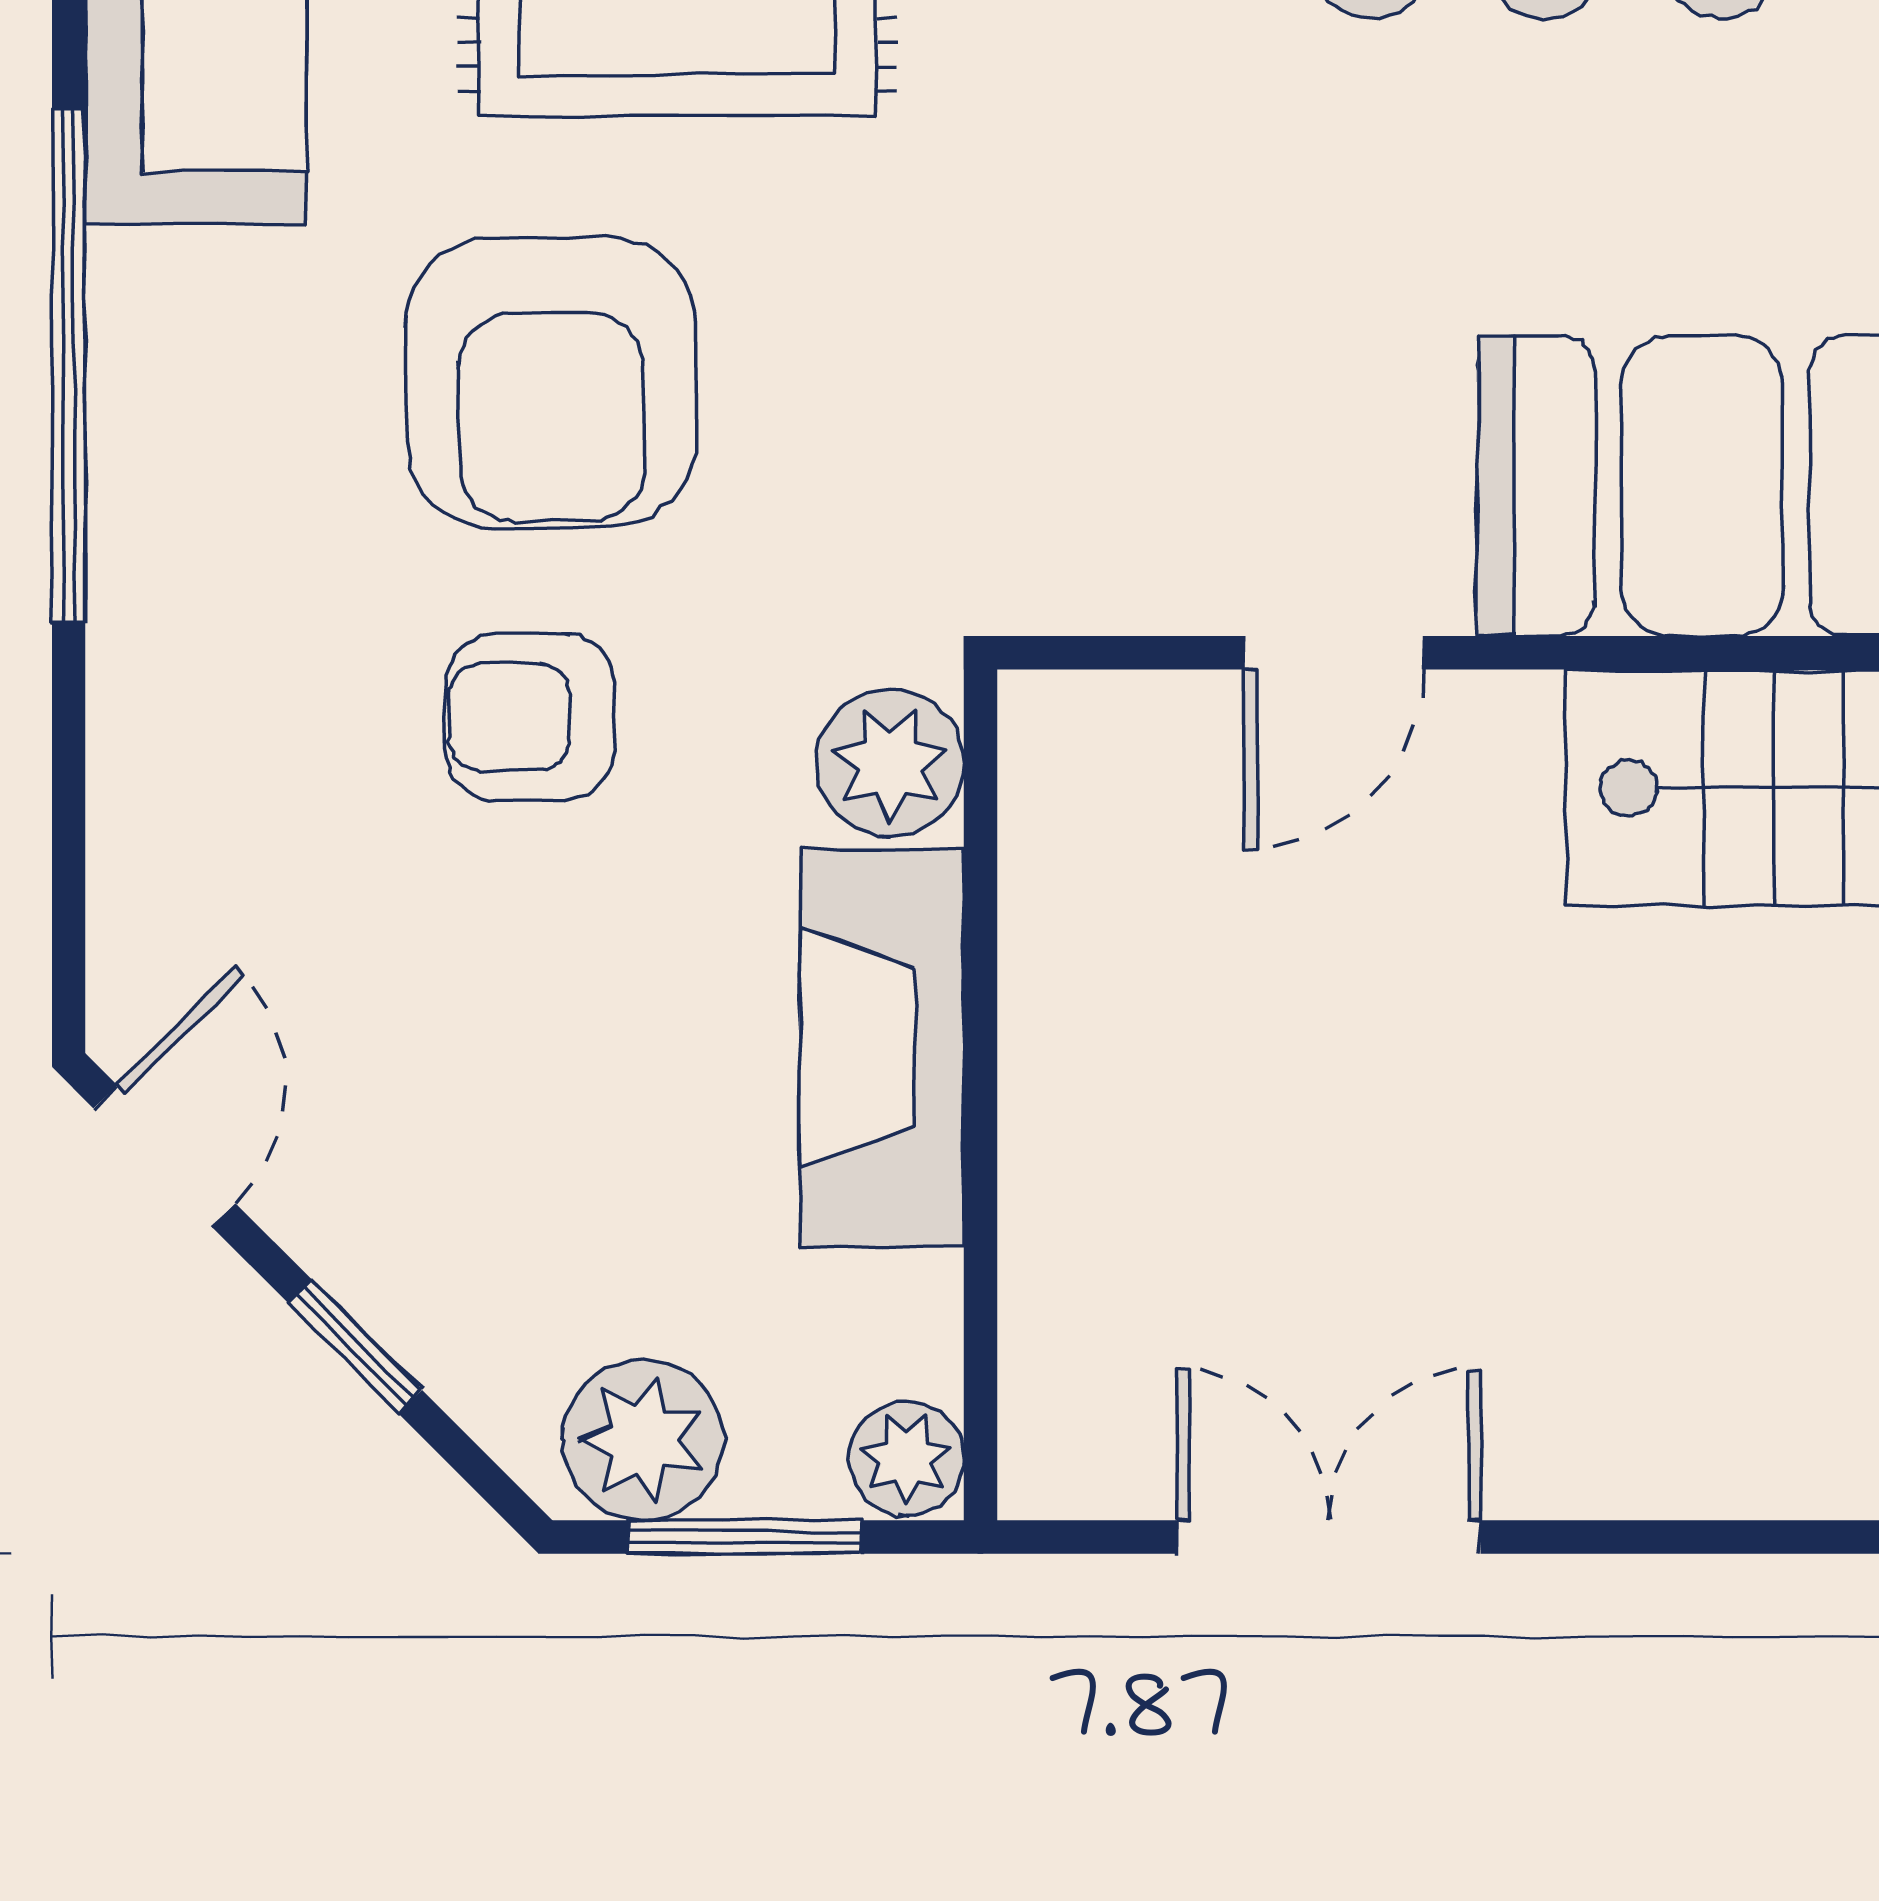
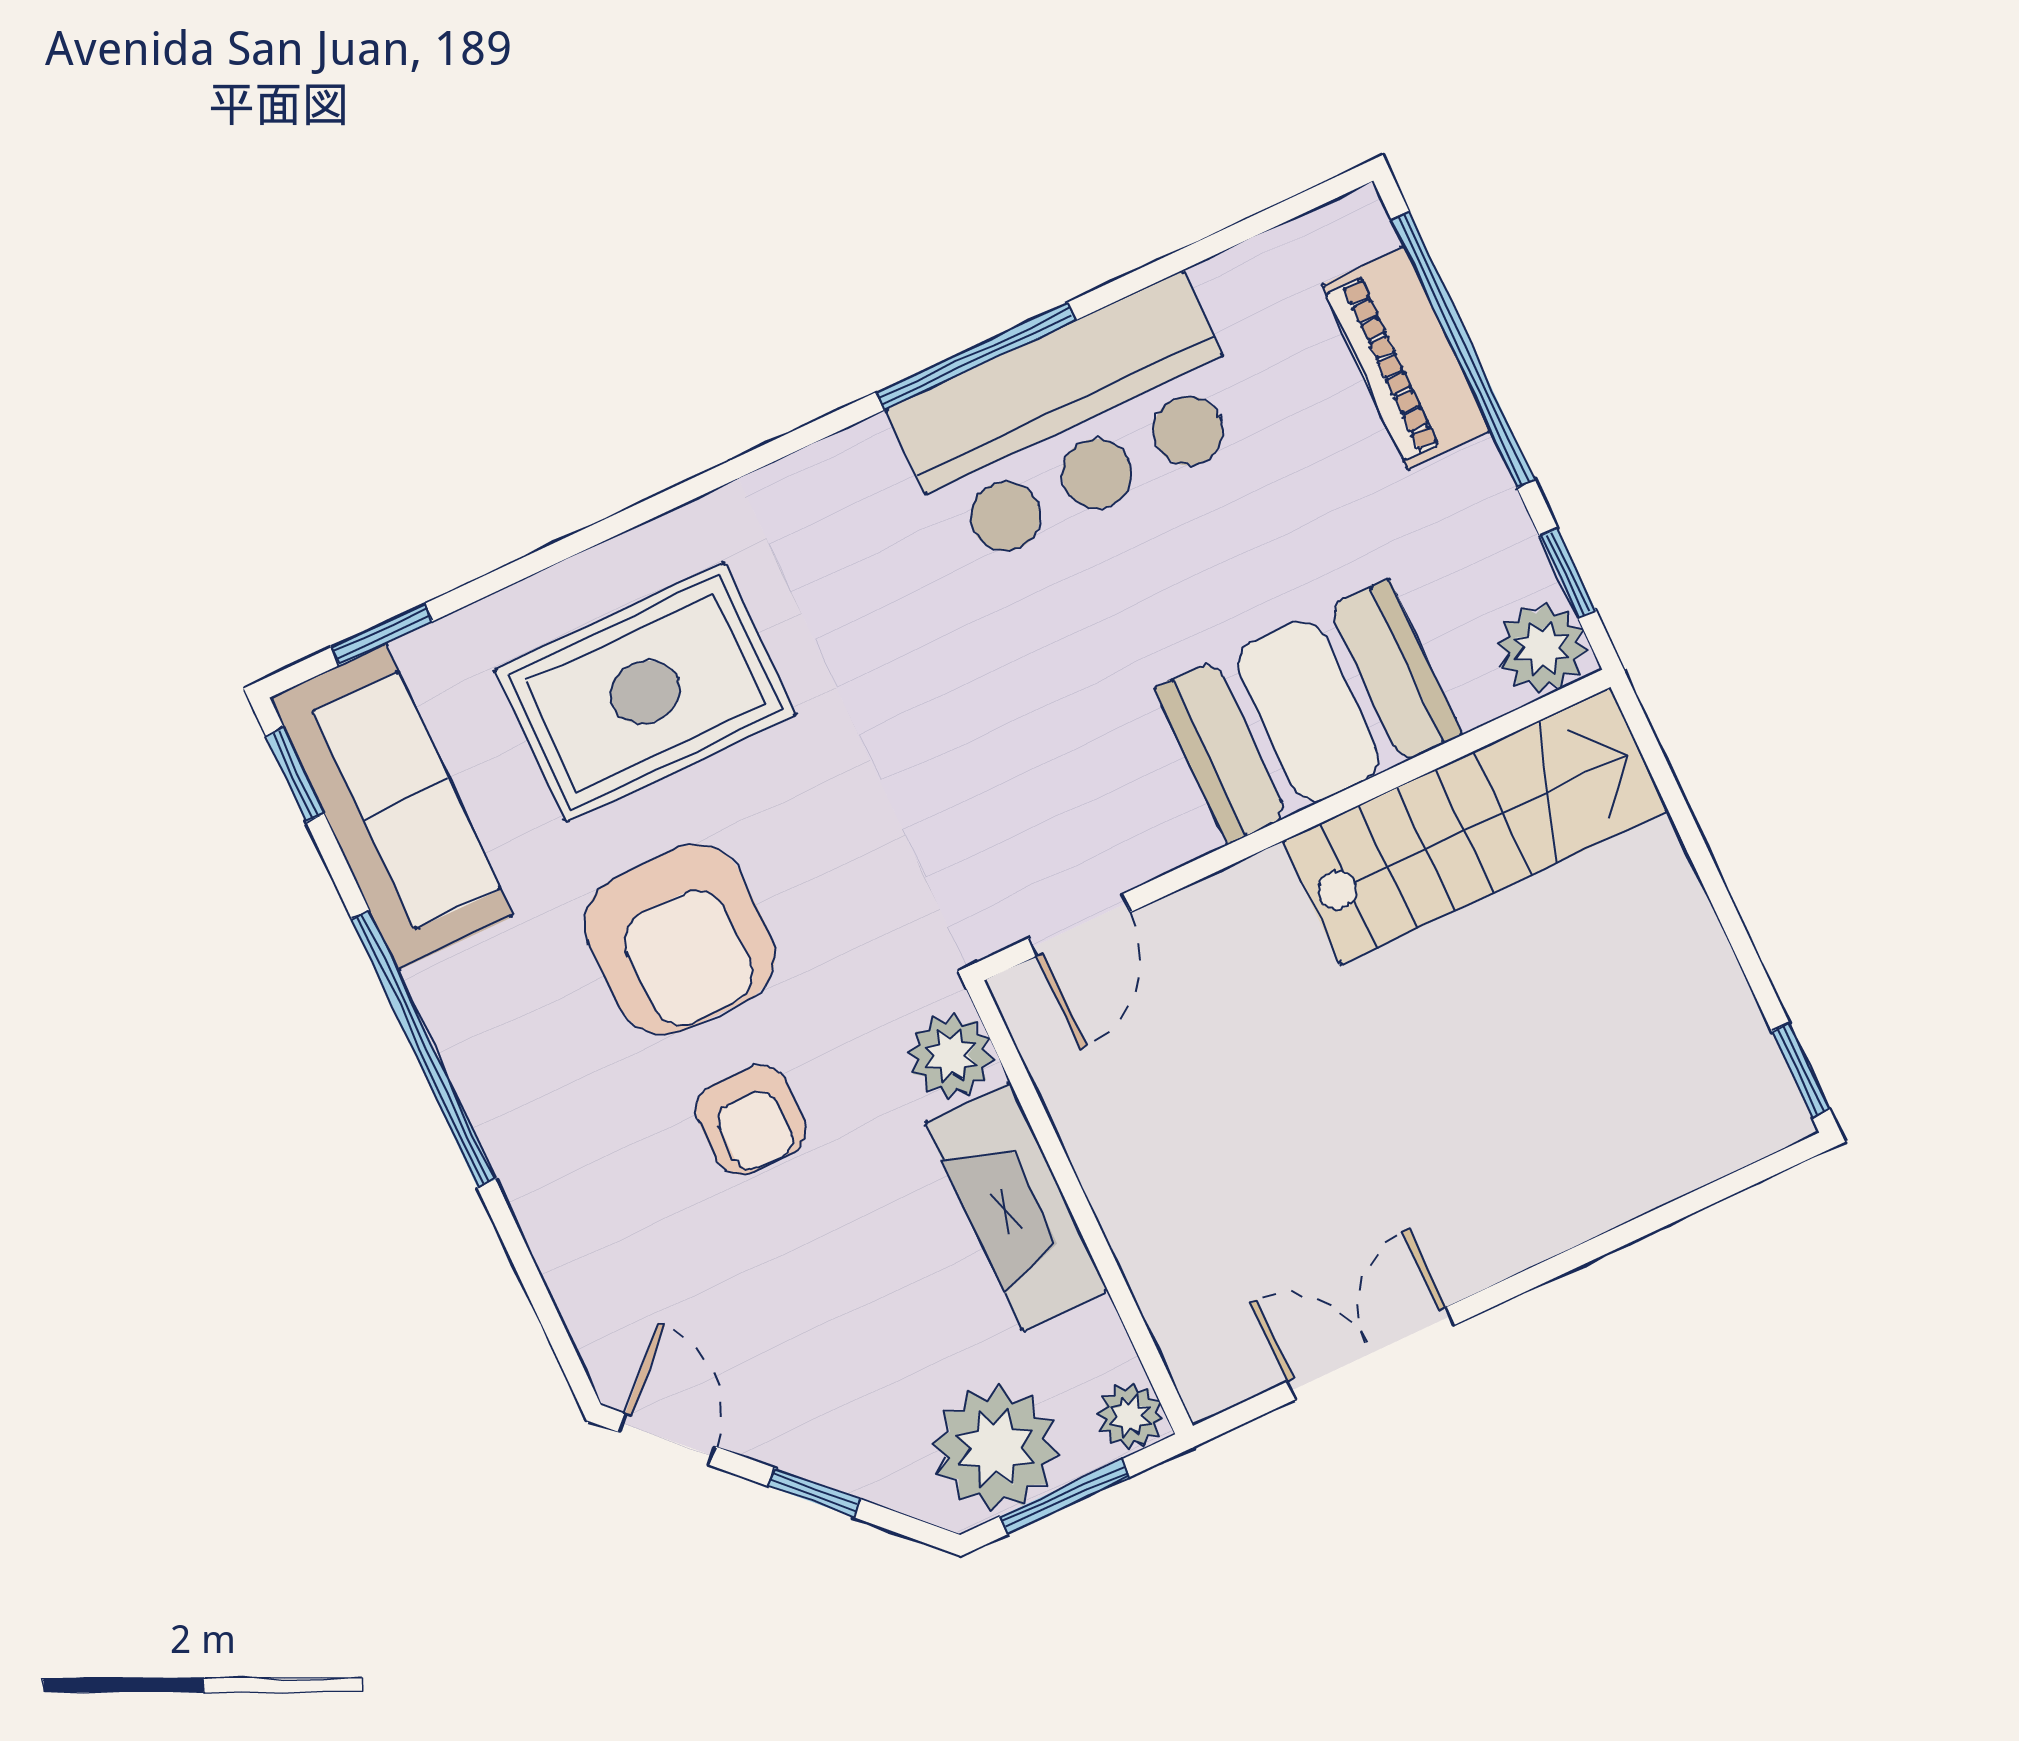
door: (1334, 653) -> (1080, 925), moved
armchair: (530, 717) -> (751, 1120), turned -90
plant: (643, 1440) -> (996, 1448), width x1.36, depth x1.36

